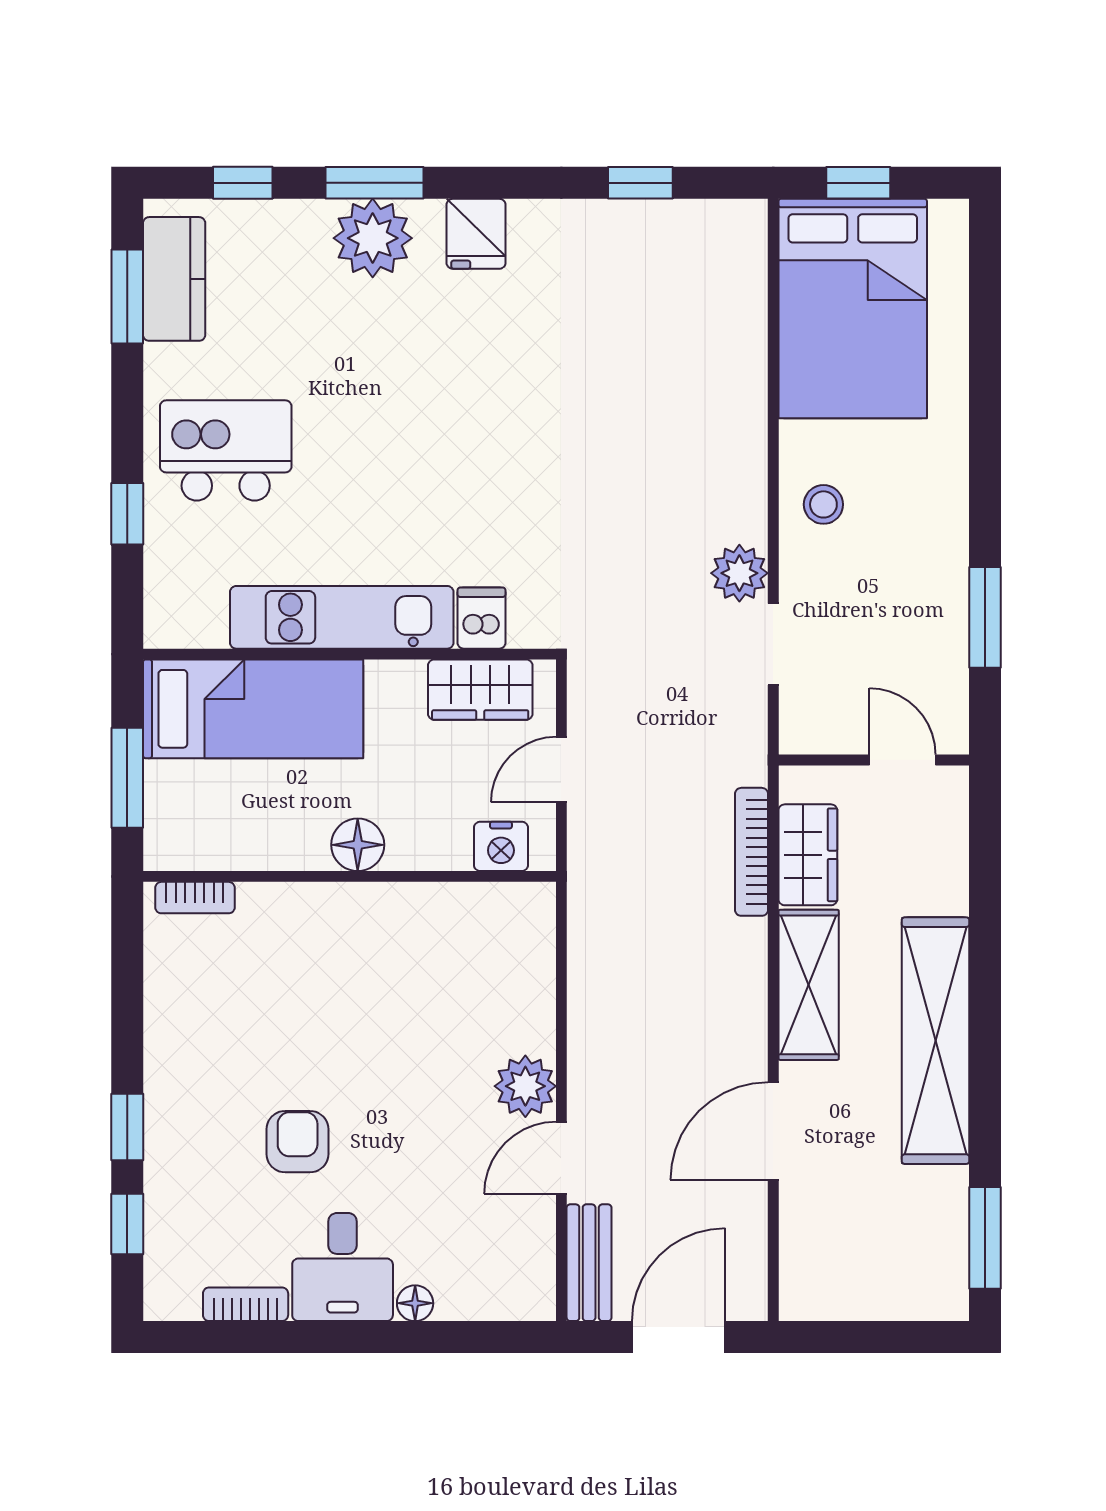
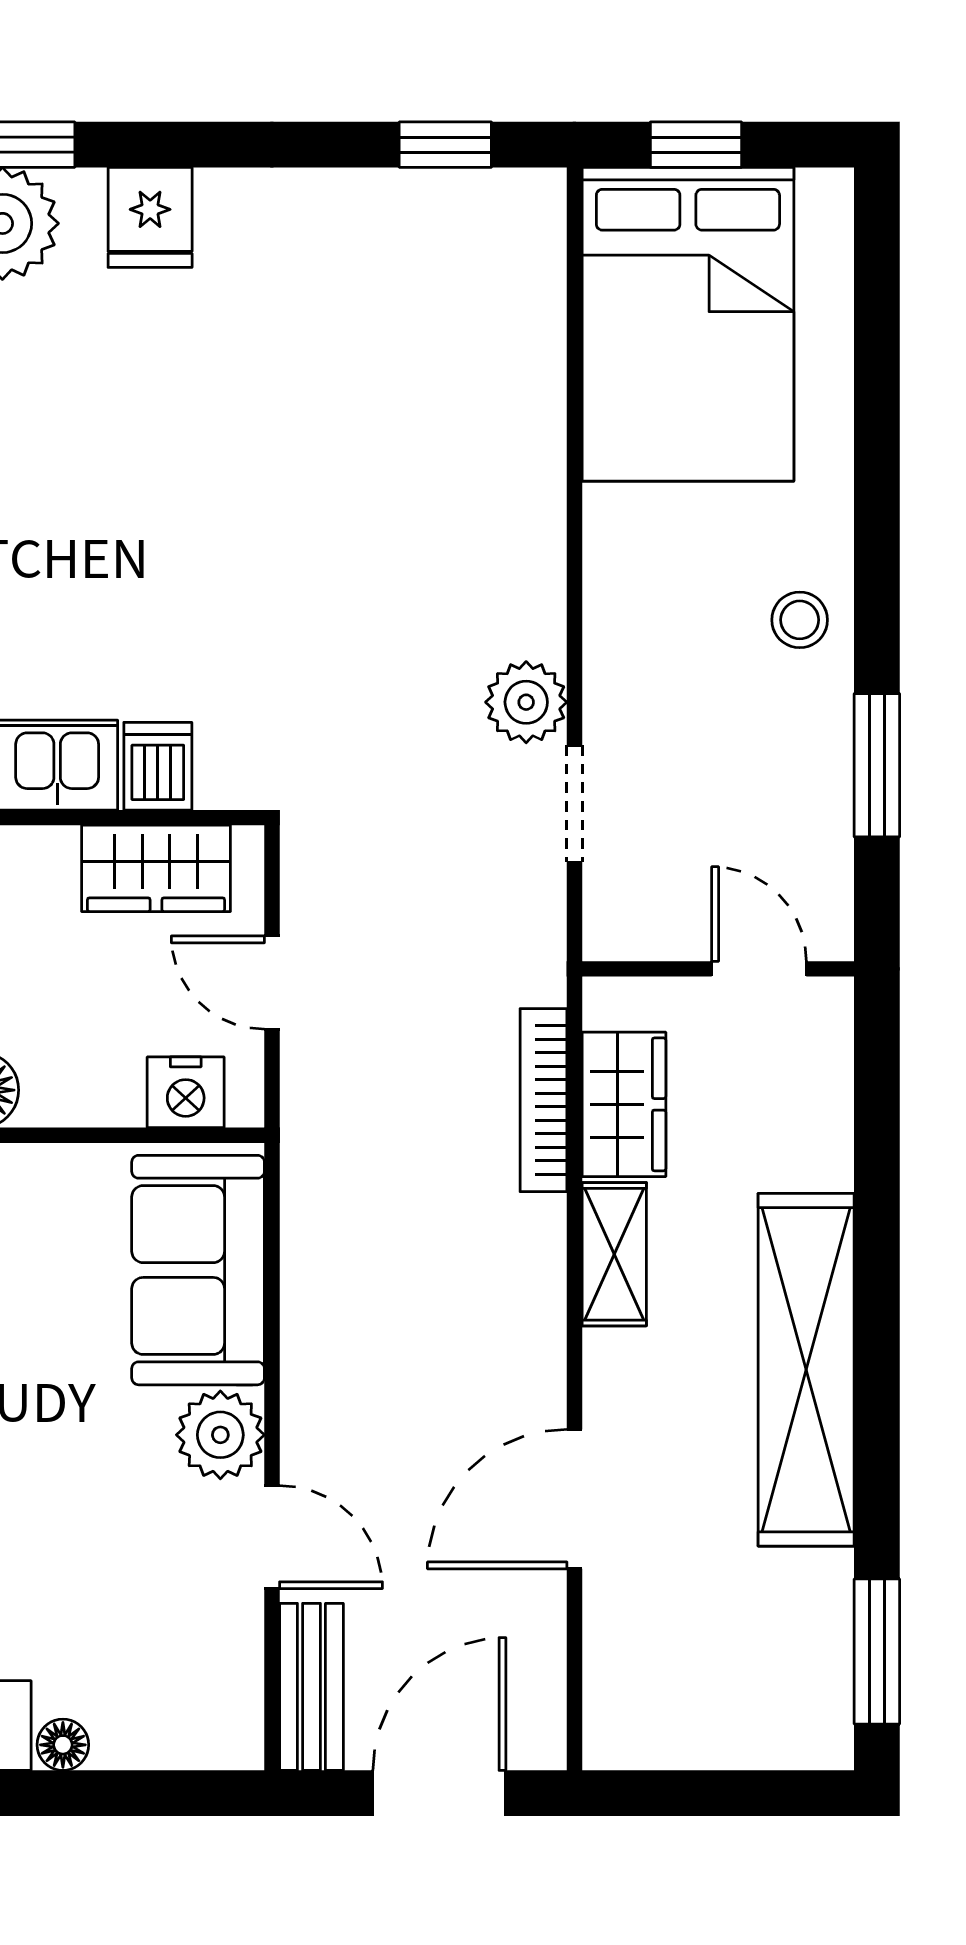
window: (640, 183) -> (445, 145), moved
stool: (823, 504) -> (800, 620), moved
door: (561, 769) -> (272, 983), hinge flipped
sofa: (510, 971) -> (198, 1270), added
shelving: (809, 985) -> (614, 1254), width x0.67, depth x0.75
door: (561, 1158) -> (272, 1537), swing flipped

